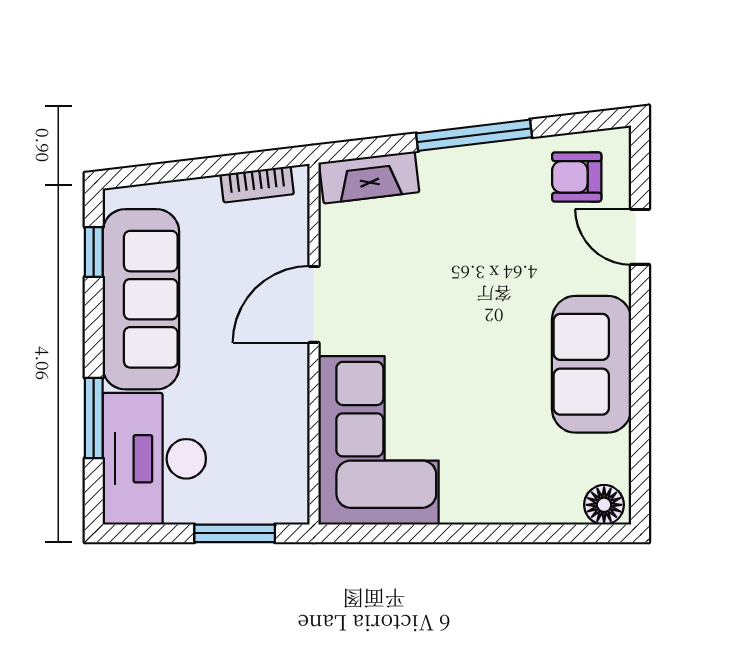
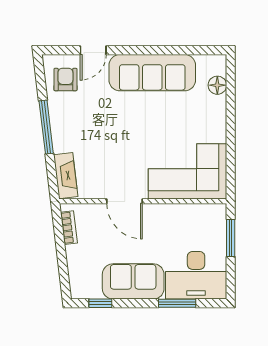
armchair: (577, 177) -> (65, 80), turned 180
sofa: (141, 299) -> (133, 281), width x0.73
sofa: (592, 364) -> (152, 73), width x1.36
floor lamp: (604, 505) -> (217, 85), moved

